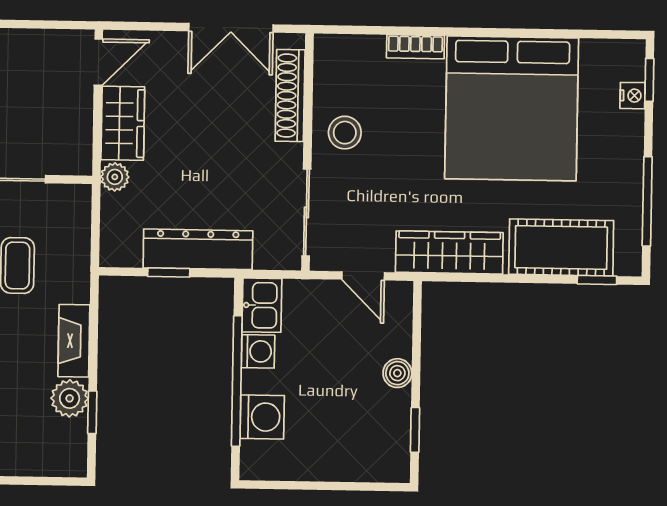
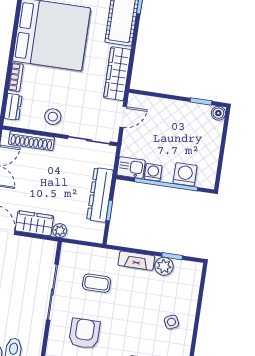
dresser: (354, 49) -> (13, 107), added
boiler: (397, 373) -> (218, 113), moved

